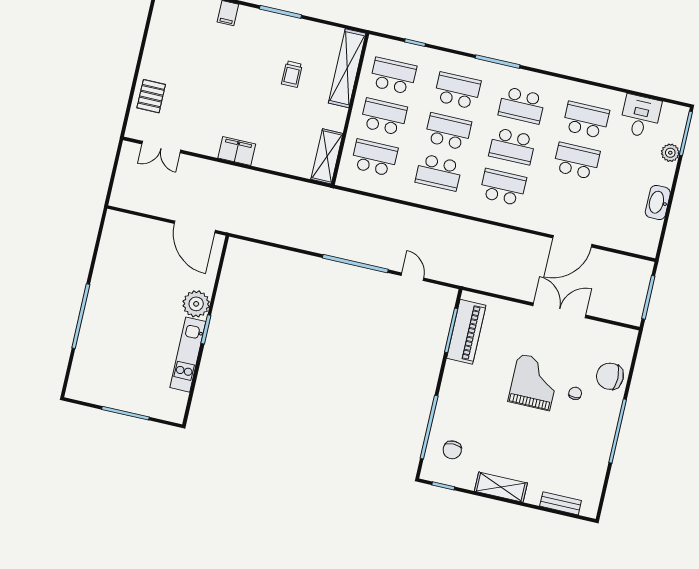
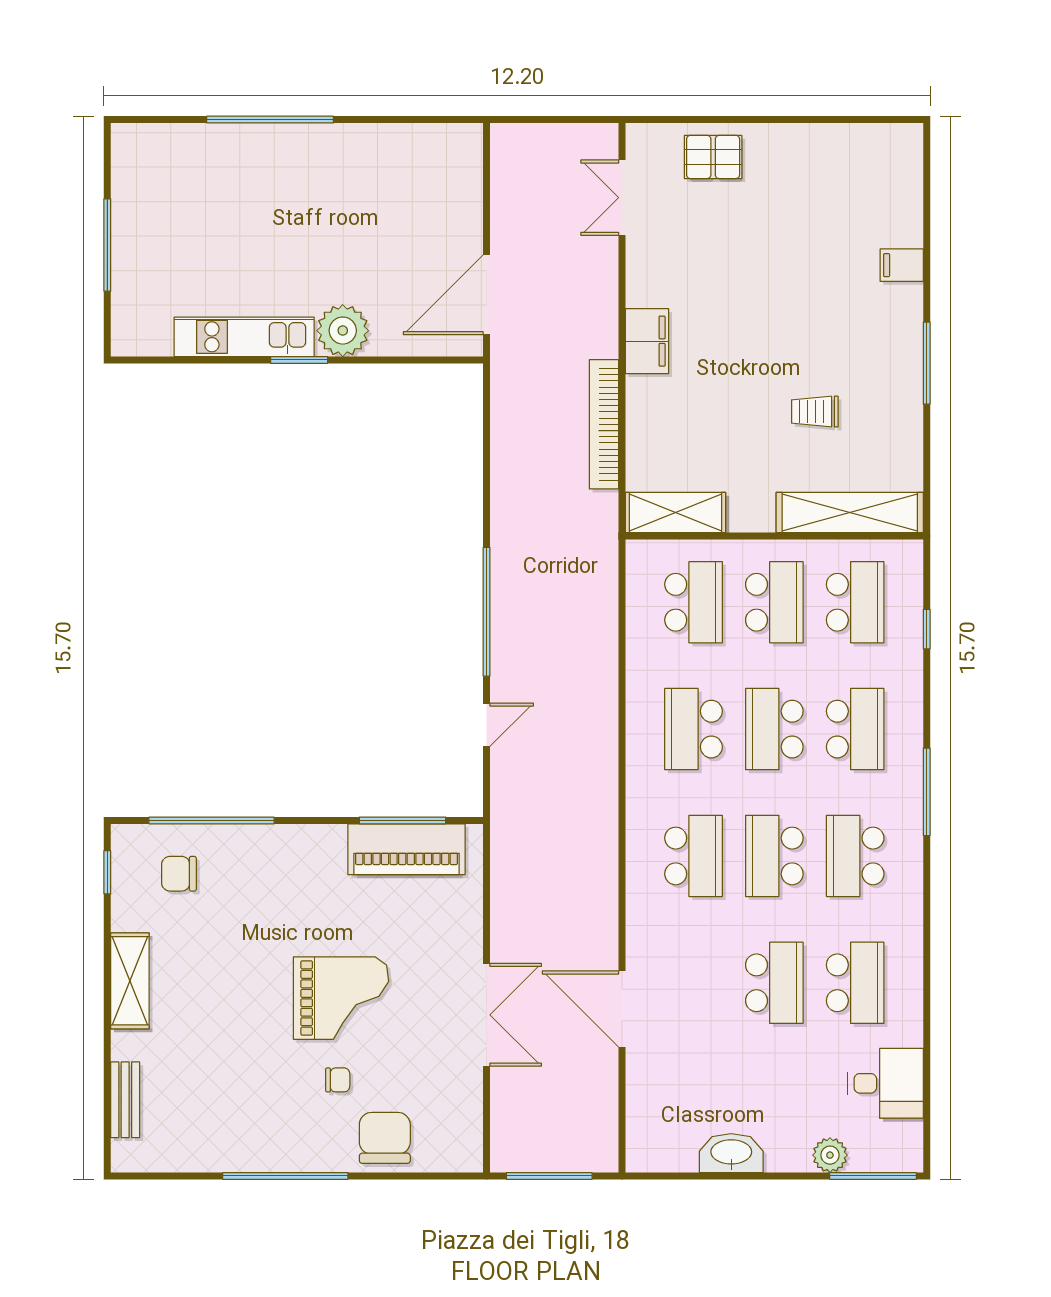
school desk: (448, 131) -> (774, 729), turned 180
bookcase: (274, 182) -> (604, 424), added

